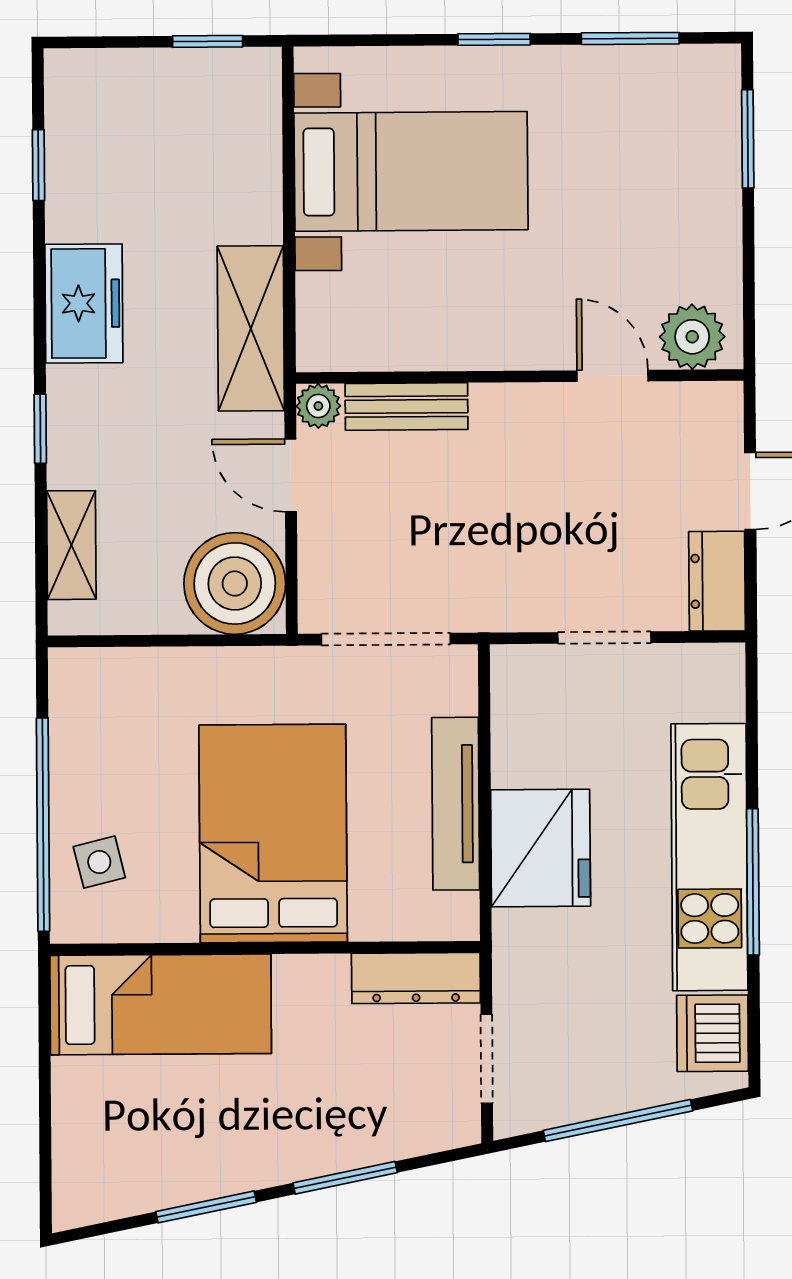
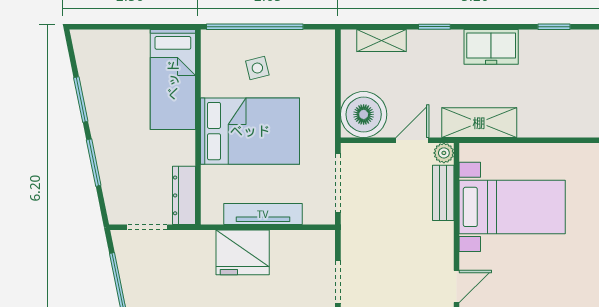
bed with nightstands: (411, 171) -> (512, 207), moved, turned -90
side table: (99, 862) -> (257, 68), moved

